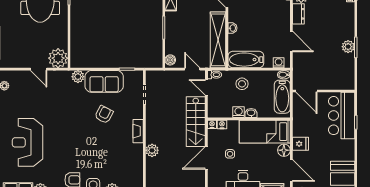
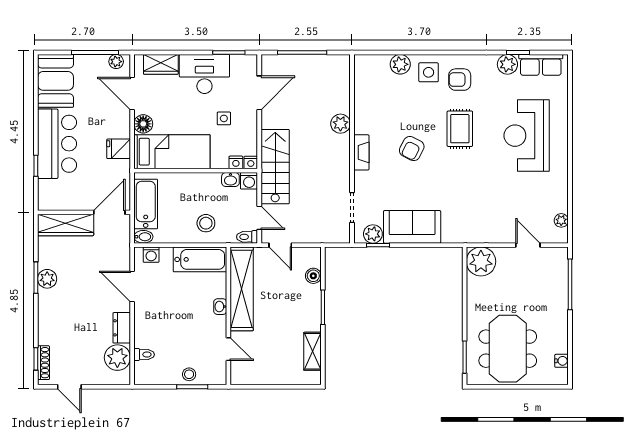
boiler: (170, 60) -> (313, 276), moved
door: (39, 69) -> (528, 245), moved
plant: (78, 77) -> (373, 234), moved
wardrobe: (336, 83) -> (66, 225), added
door: (307, 91) -> (109, 212), hinge flipped
washing machine: (239, 112) -> (249, 181), moved
washbasin: (251, 113) -> (230, 180), moved
armchair: (104, 115) -> (412, 149), moved
bar counter: (342, 116) -> (57, 144), moved
reception desk: (28, 142) -> (527, 136), turned 180
fridge: (300, 144) -> (119, 149), moved
rug: (72, 147) -> (460, 129), added
door: (206, 158) -> (259, 93), moved

